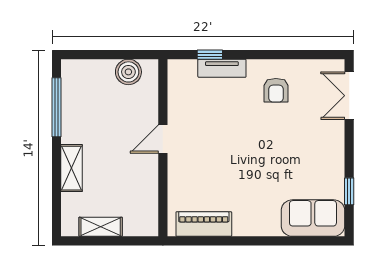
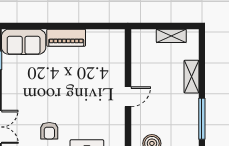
armchair: (276, 90) -> (49, 131), turned 180
piano: (204, 224) -> (66, 38), moved

